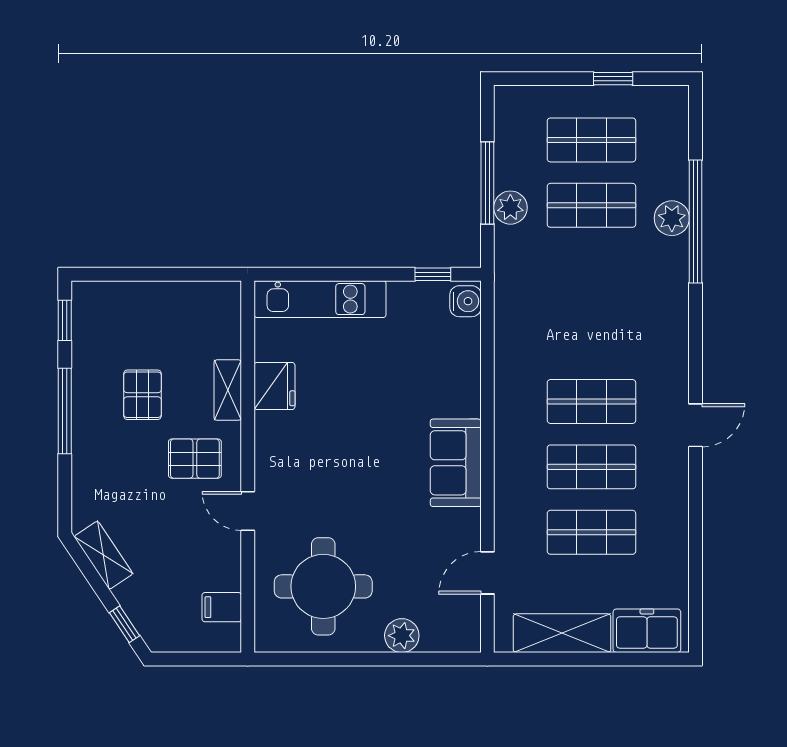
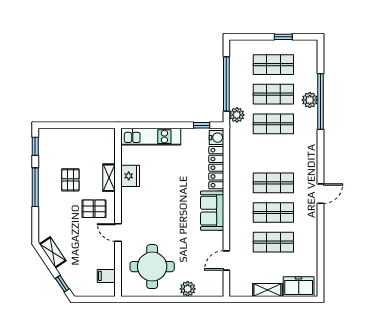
window: (487, 183) -> (226, 84), width x1.46
plant: (510, 208) -> (237, 115), moved
shop shelf: (591, 271) -> (273, 124), added
locker: (465, 368) -> (216, 168), added
shelving: (562, 633) -> (267, 290), width x0.67, depth x0.75

